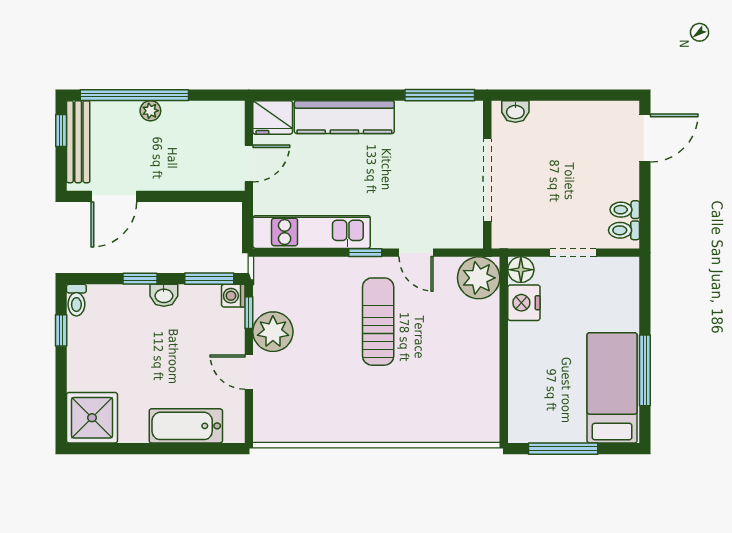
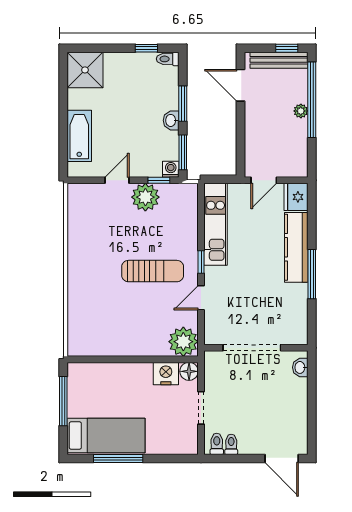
window: (440, 95) -> (312, 274), moved
door: (249, 163) -> (264, 180), hinge flipped
window: (140, 279) -> (183, 104), width x1.50

